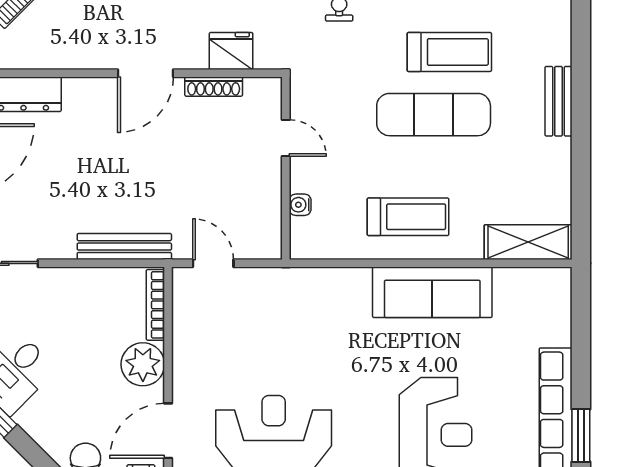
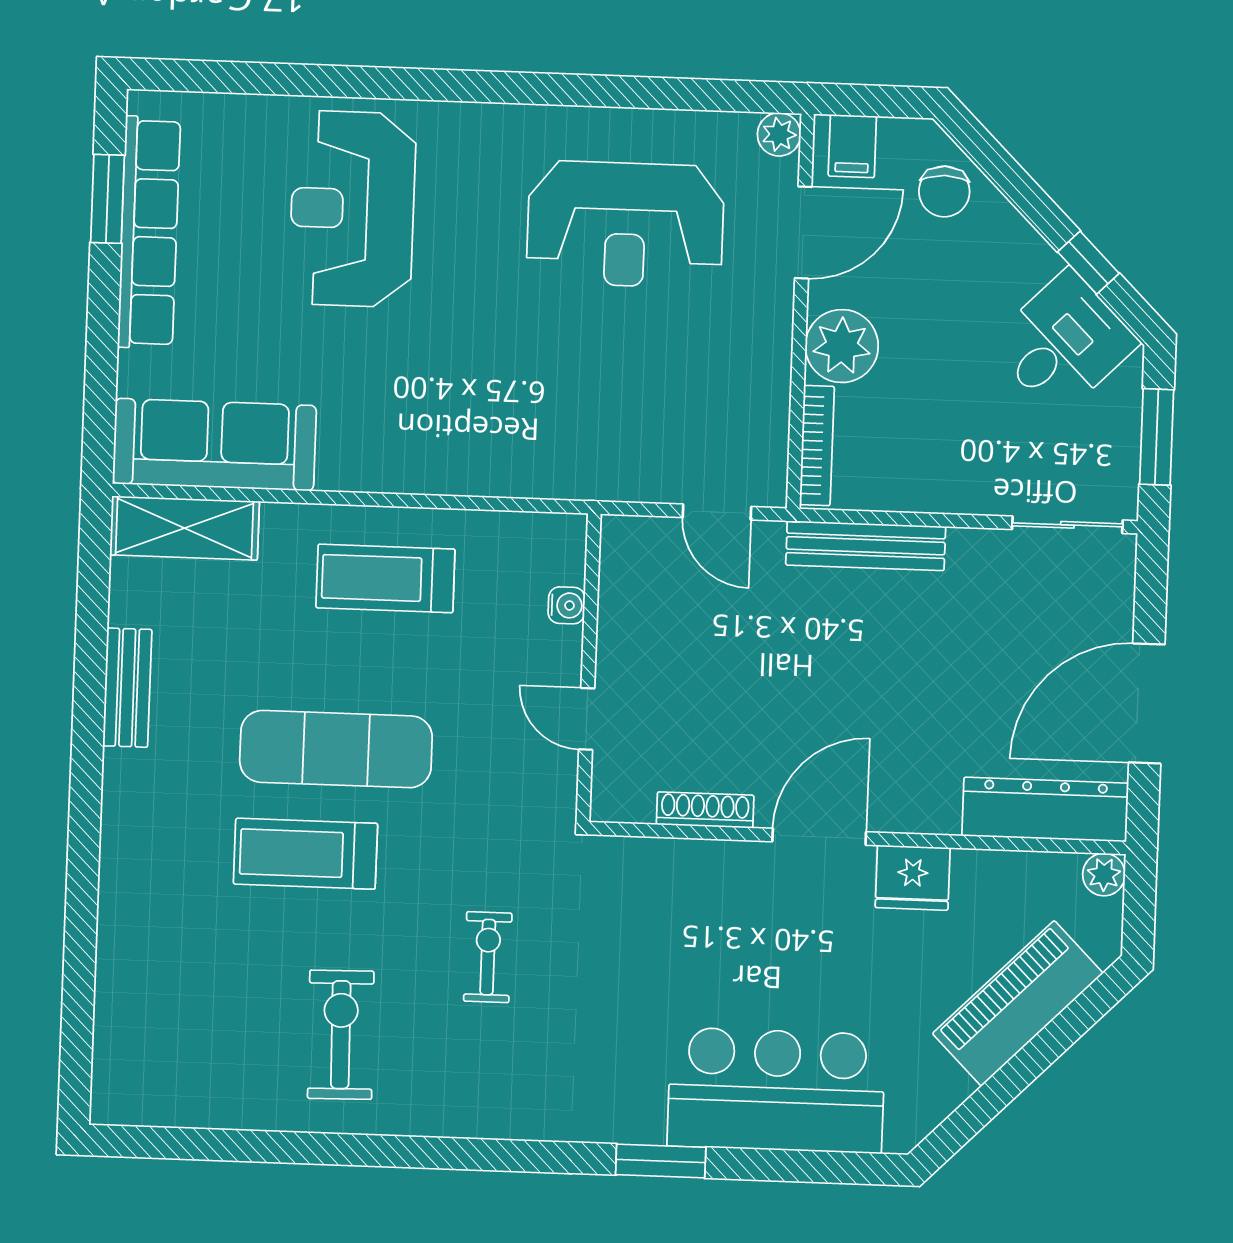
fridge: (231, 51) -> (913, 878), moved
bench: (558, 101) -> (127, 688), moved
sofa: (432, 292) -> (214, 445), moved

